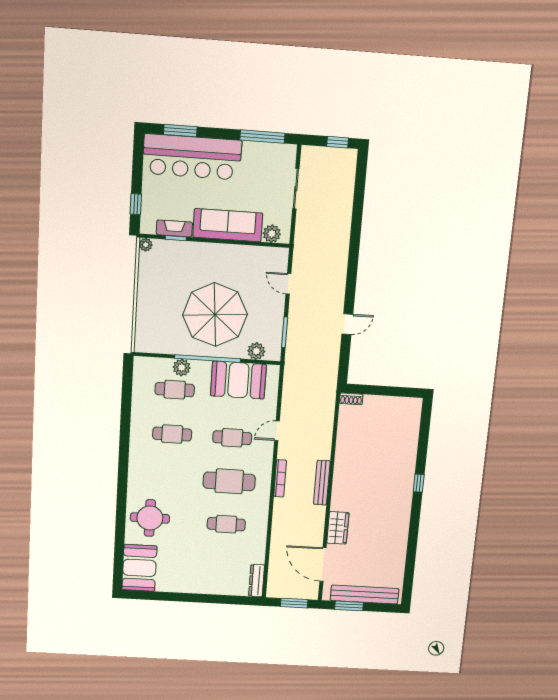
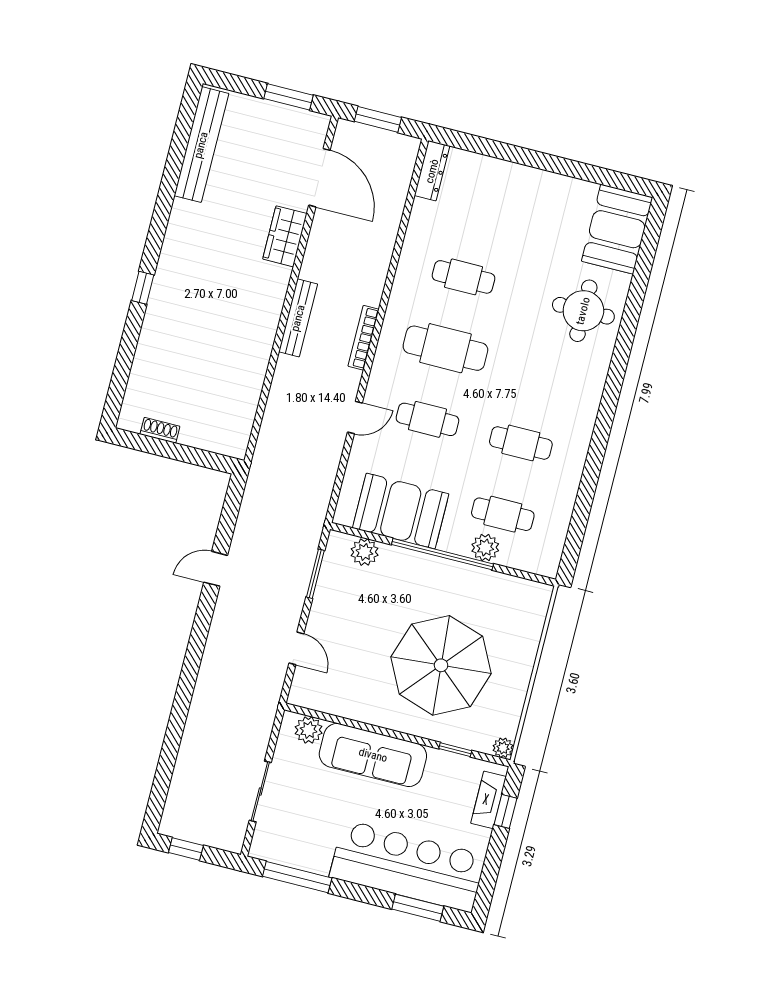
fireplace: (174, 228) -> (488, 800), moved, turned 90
parasol: (215, 315) -> (441, 665), moved
shoe rack: (351, 399) -> (160, 430), moved
bench: (365, 595) -> (201, 145), moved, turned 90

